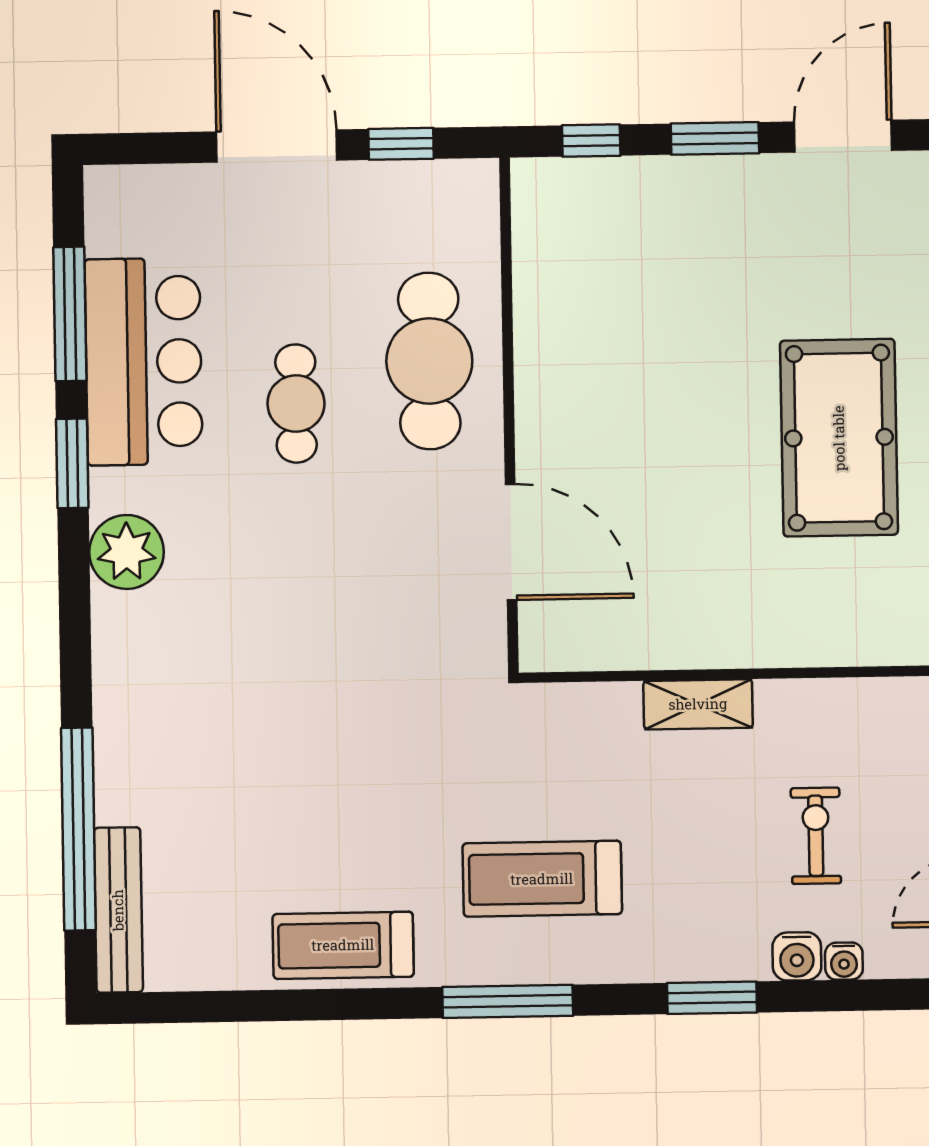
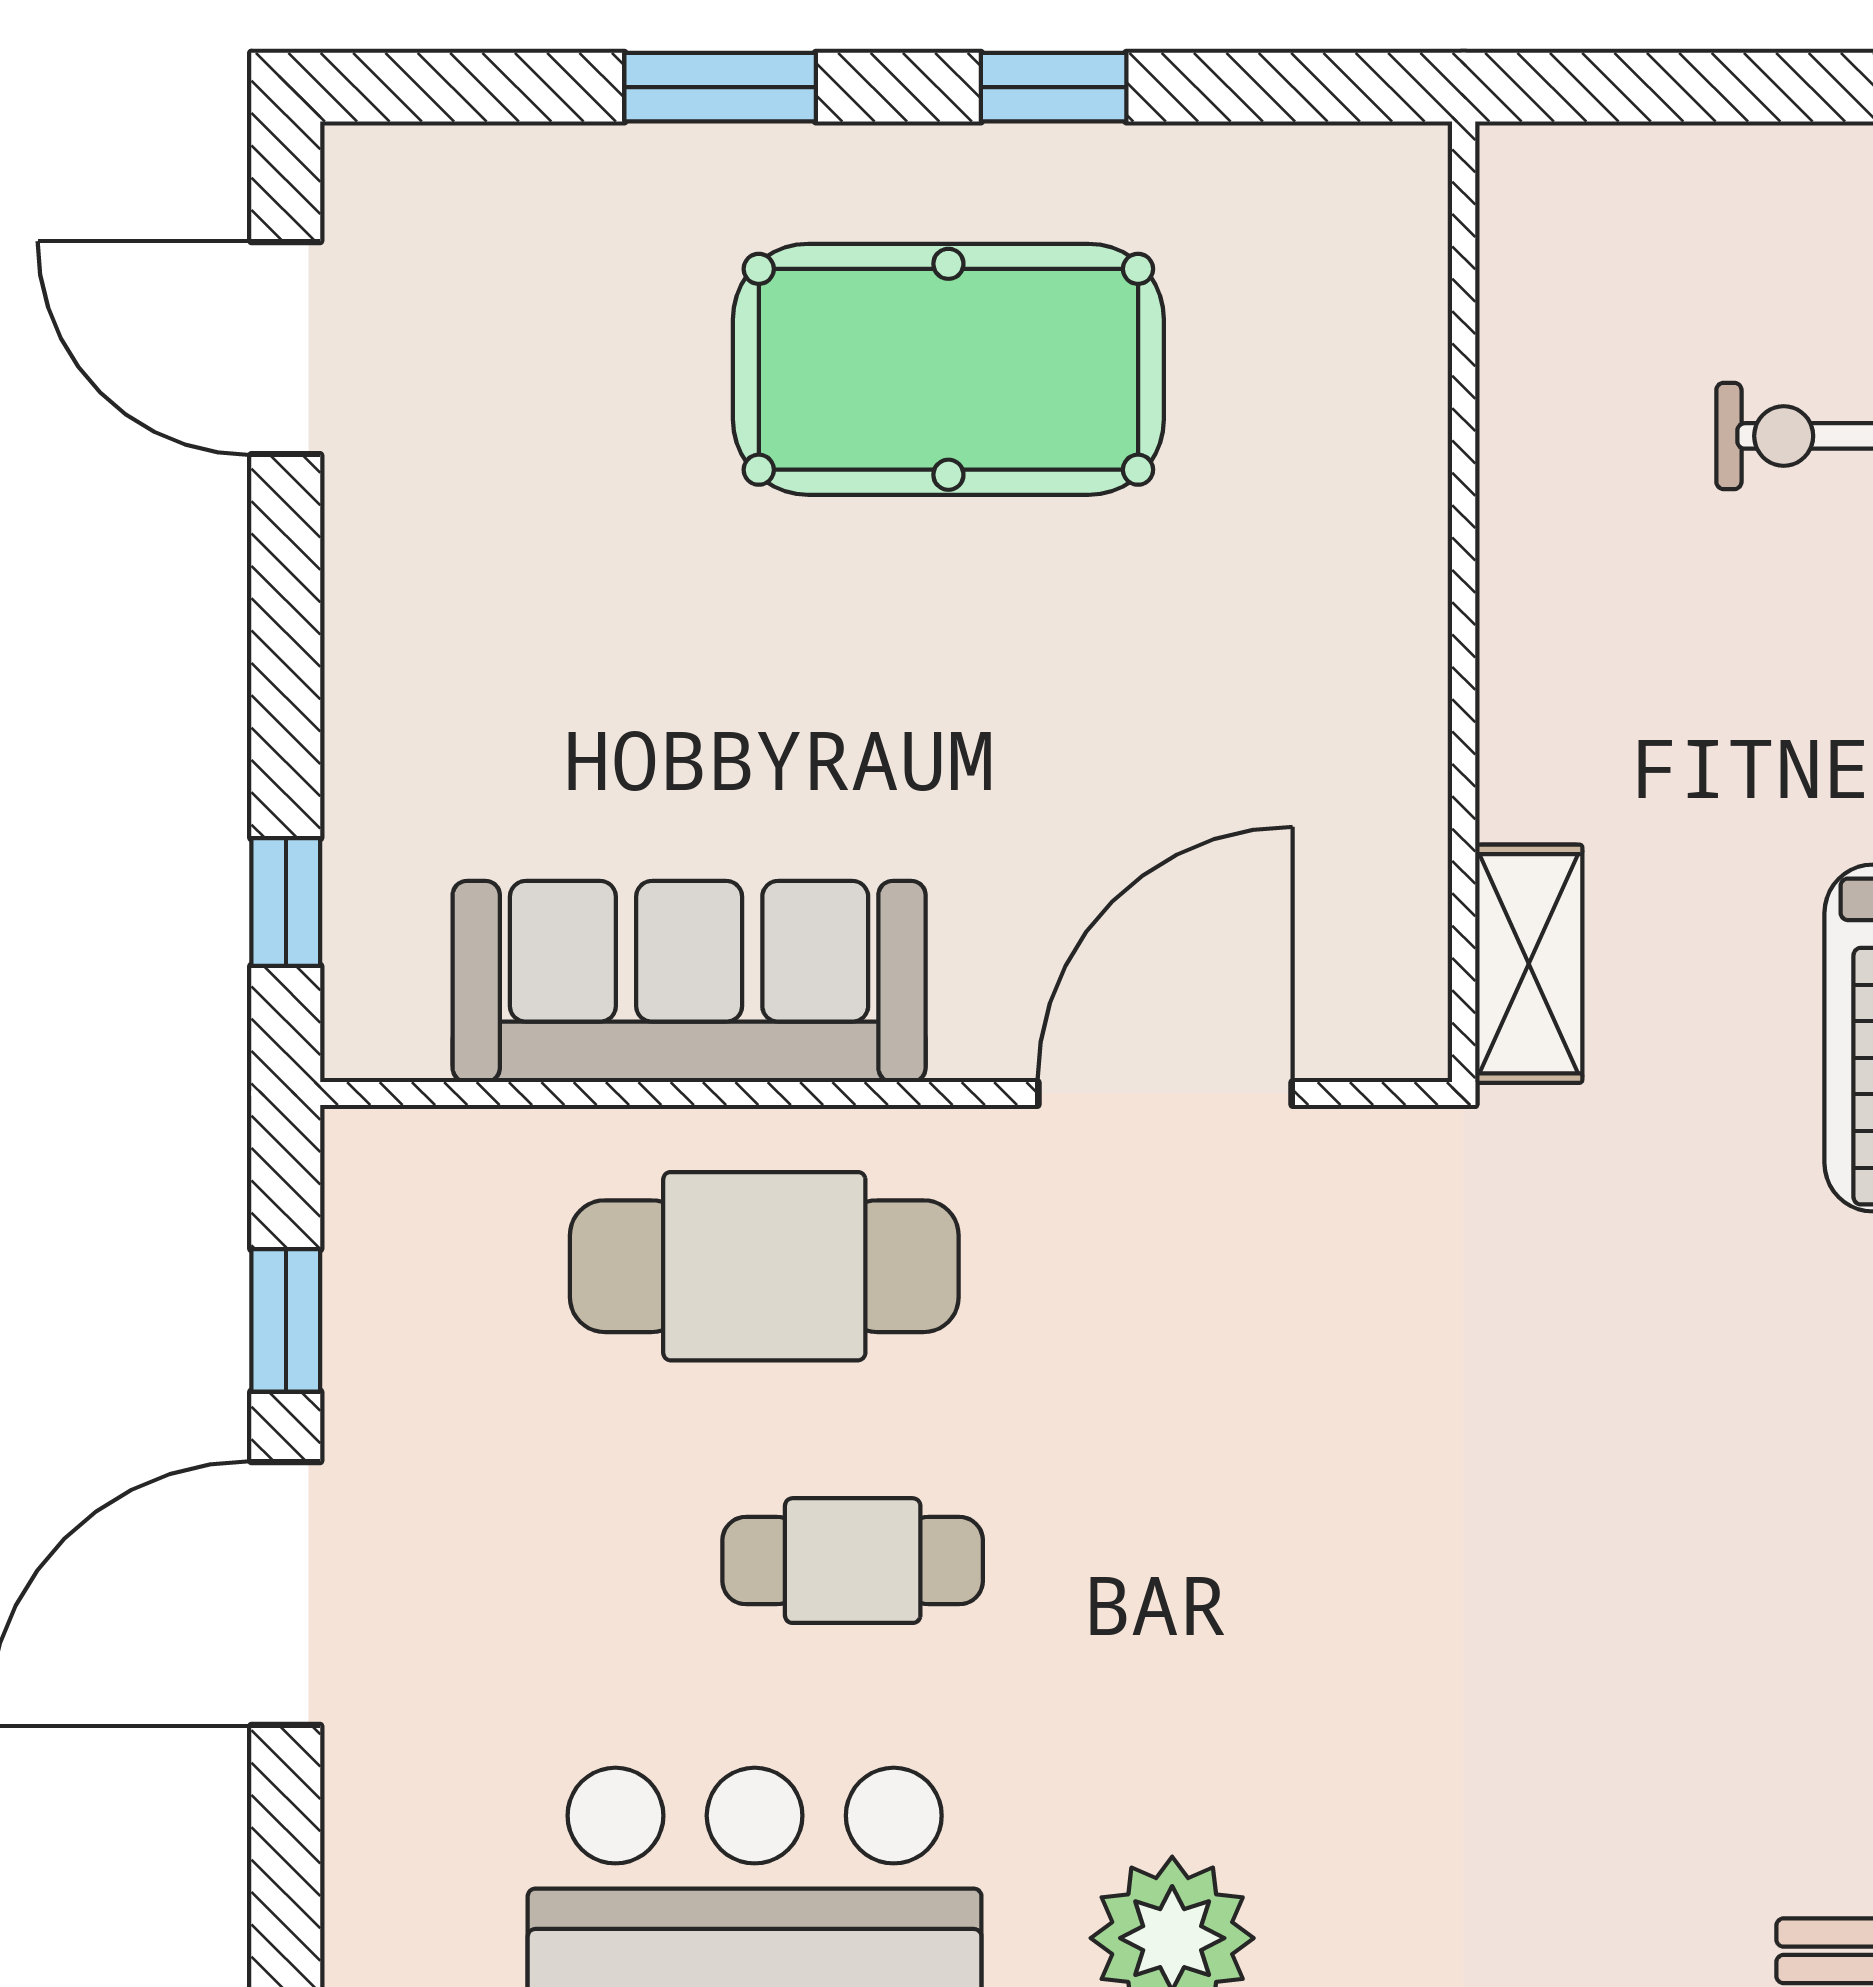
window: (715, 138) -> (286, 630), removed
sofa: (558, 325) -> (689, 981), added
shelving: (698, 704) -> (1529, 964), moved

